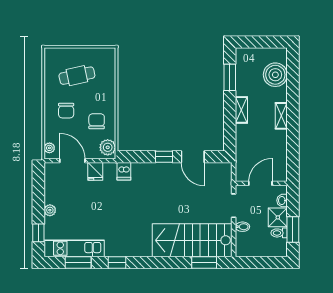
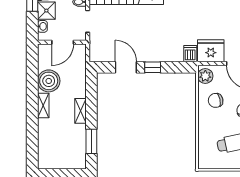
boiler: (275, 75) -> (49, 81), moved
chair: (97, 121) -> (216, 100), turned 78
fridge: (95, 171) -> (211, 51), width x1.88, depth x1.34

